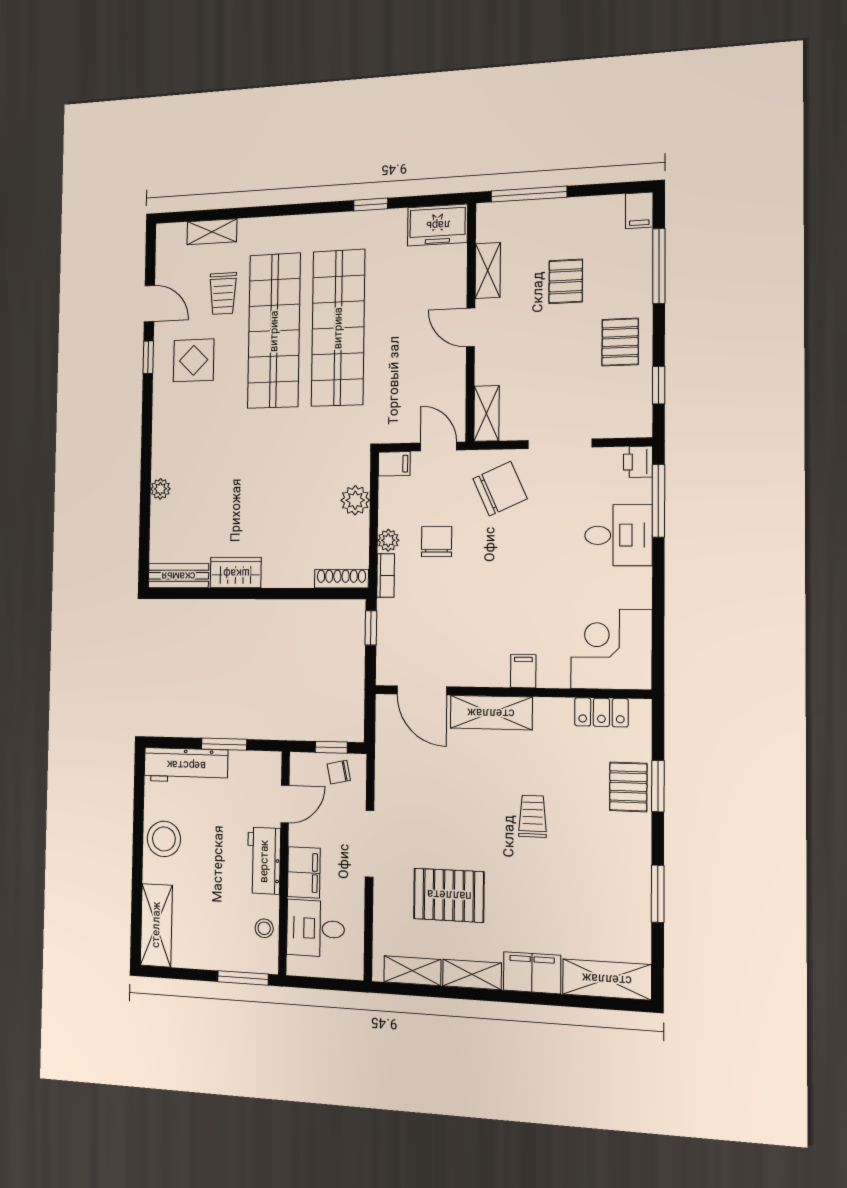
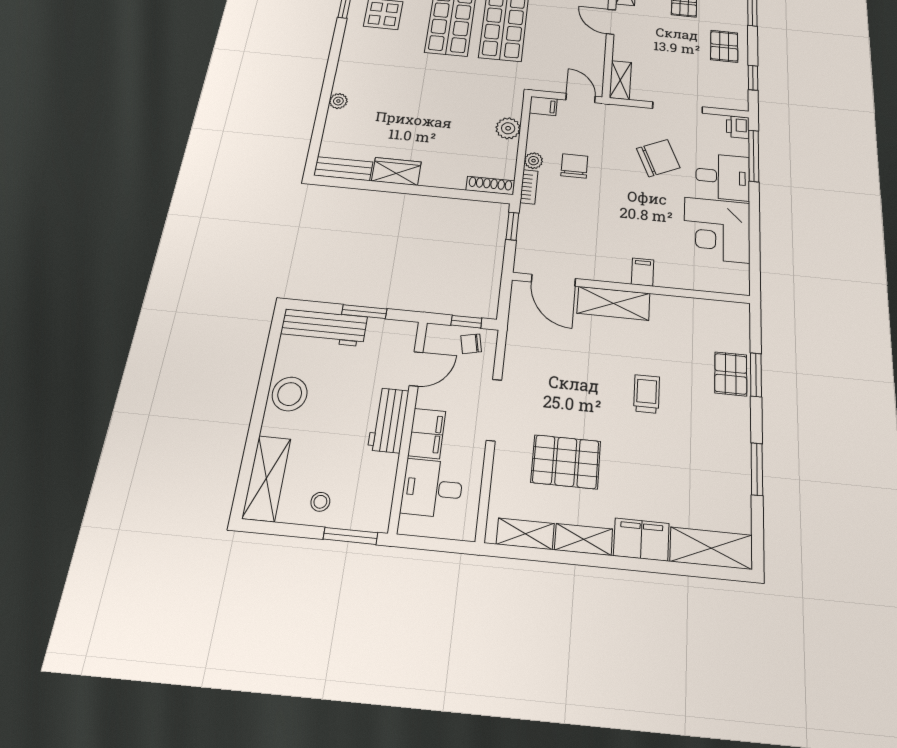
chair: (500, 489) -> (658, 158), moved
corner desk: (611, 649) -> (717, 230), moved, turned -90
locker: (601, 712) -> (708, 310), removed
stool: (264, 928) -> (320, 502), moved

